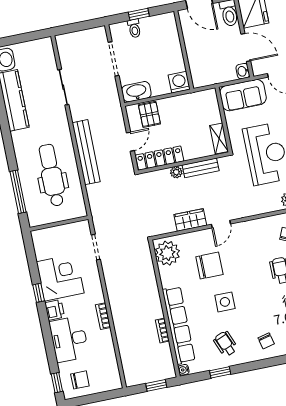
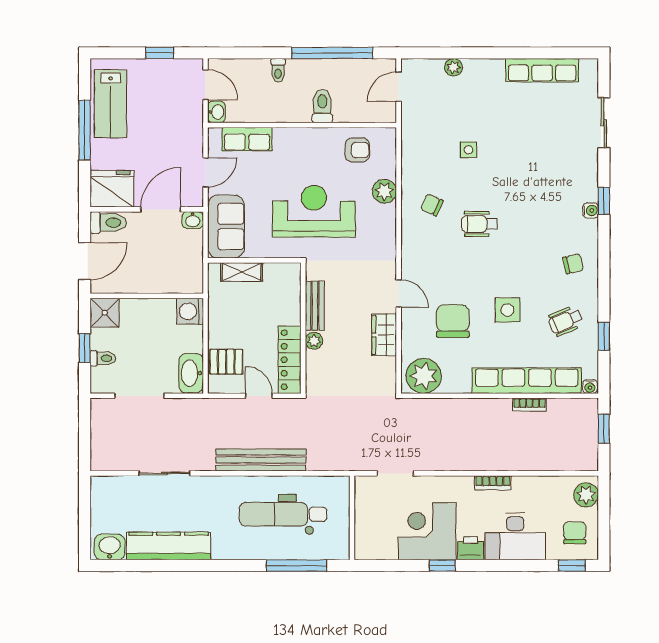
shower: (166, 23) -> (105, 313), added
shelving: (219, 139) -> (242, 272), moved
plant: (108, 382) -> (586, 495), added

